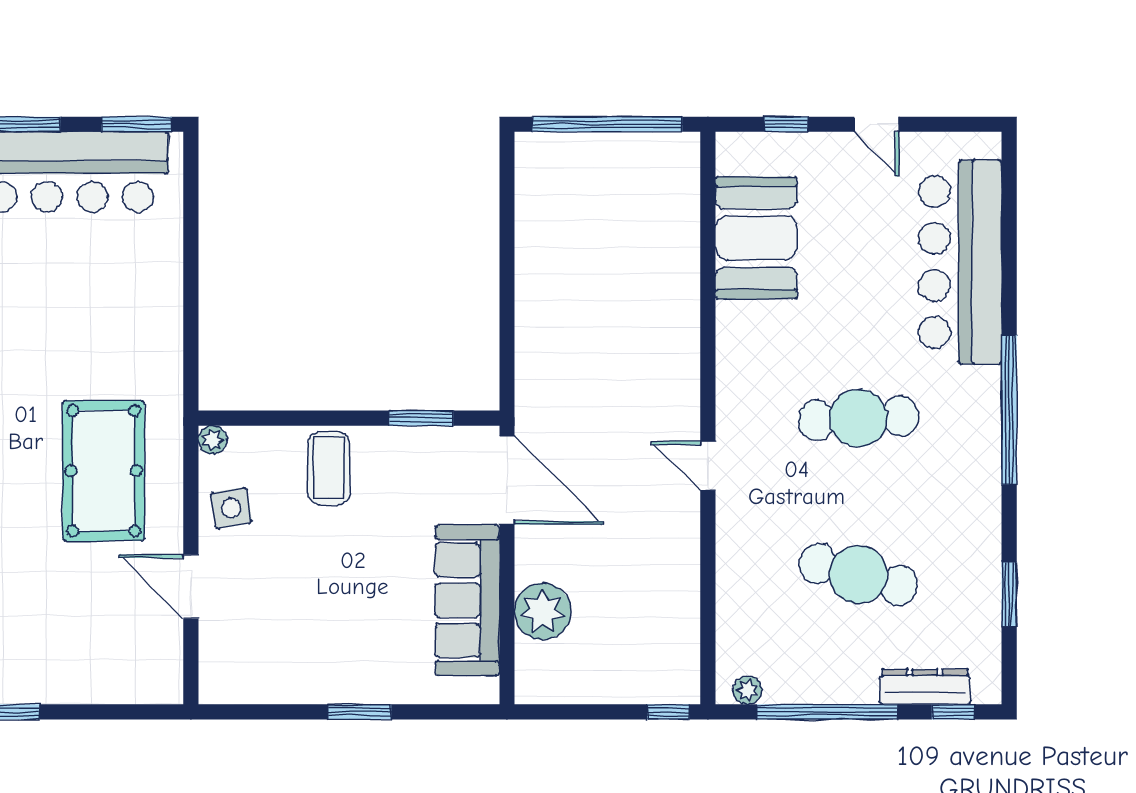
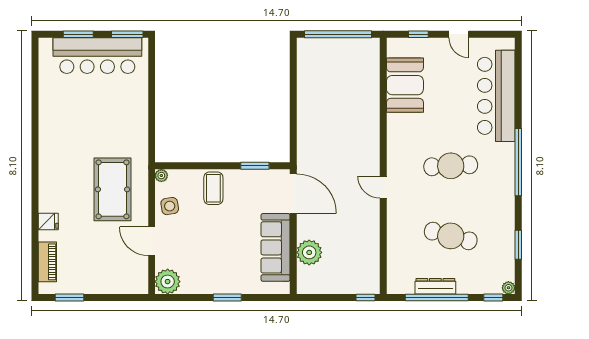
plant: (226, 676) -> (168, 282), added
dresser: (925, 687) -> (435, 286), moved
plant: (747, 690) -> (508, 288), moved

